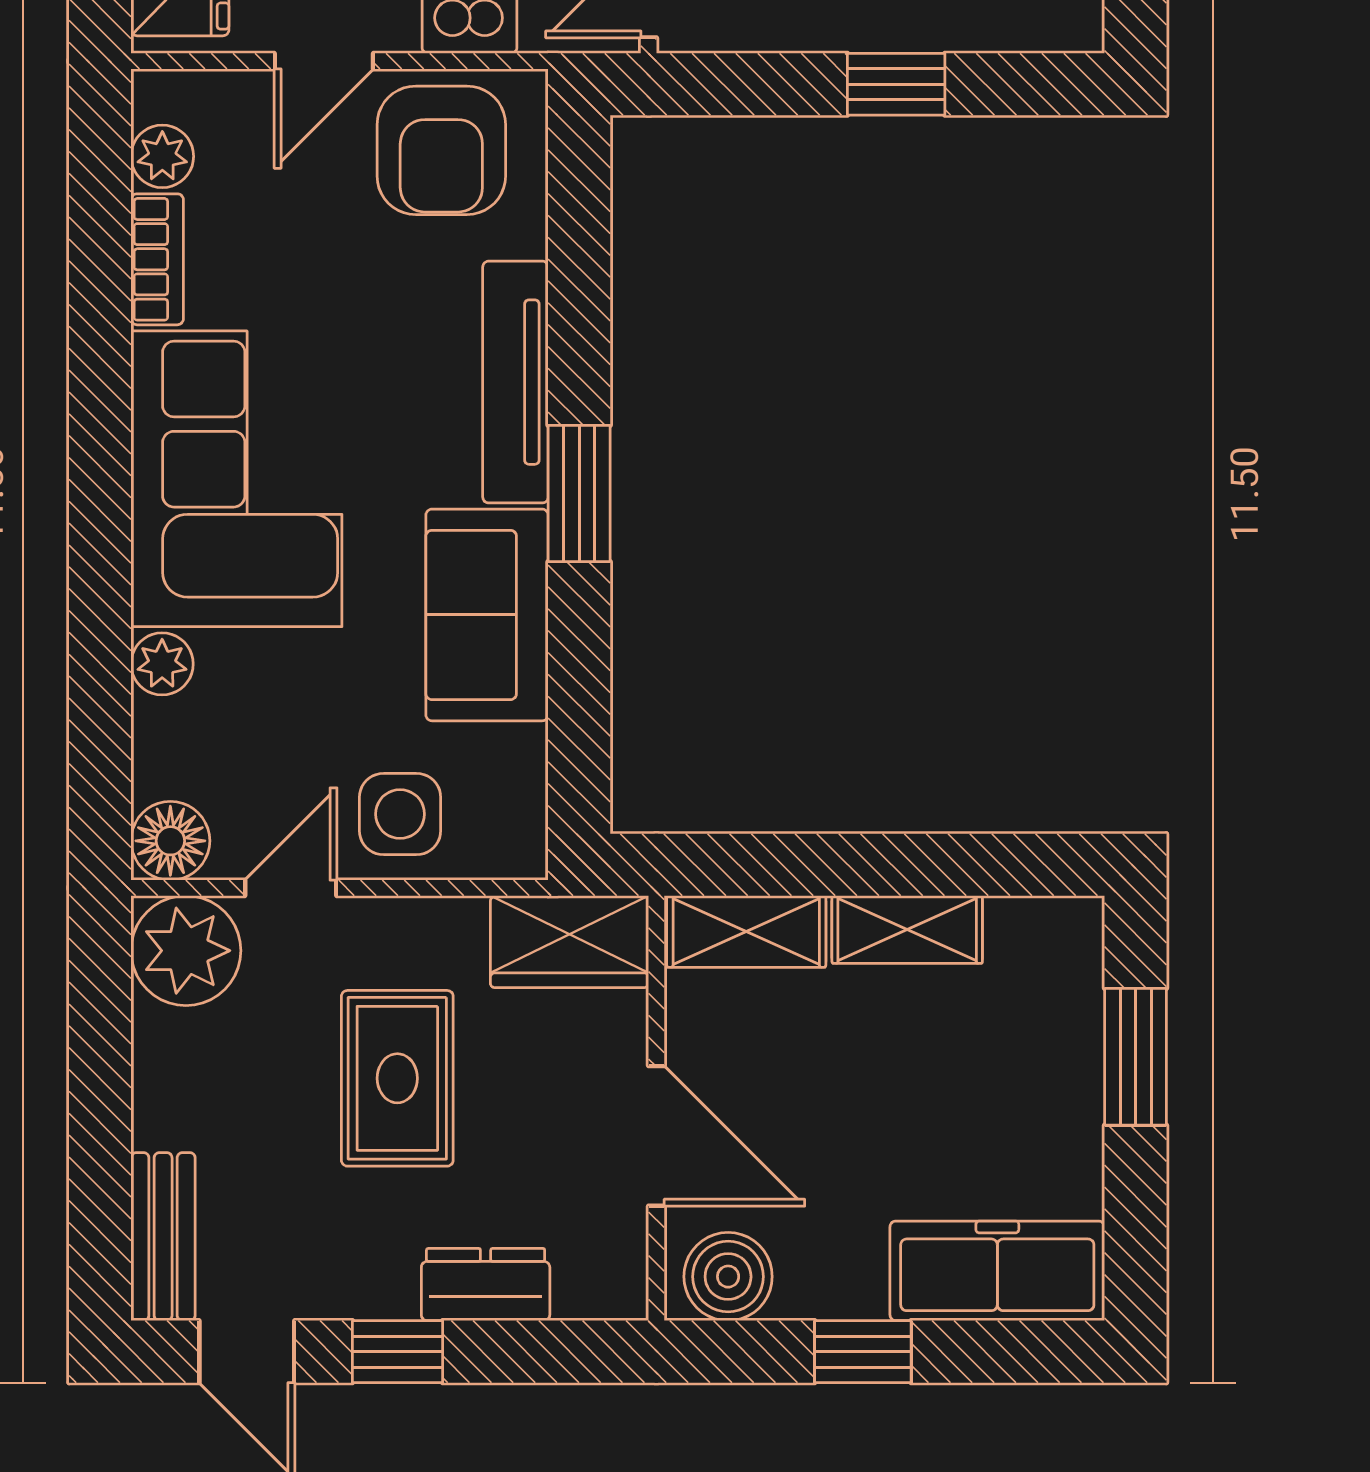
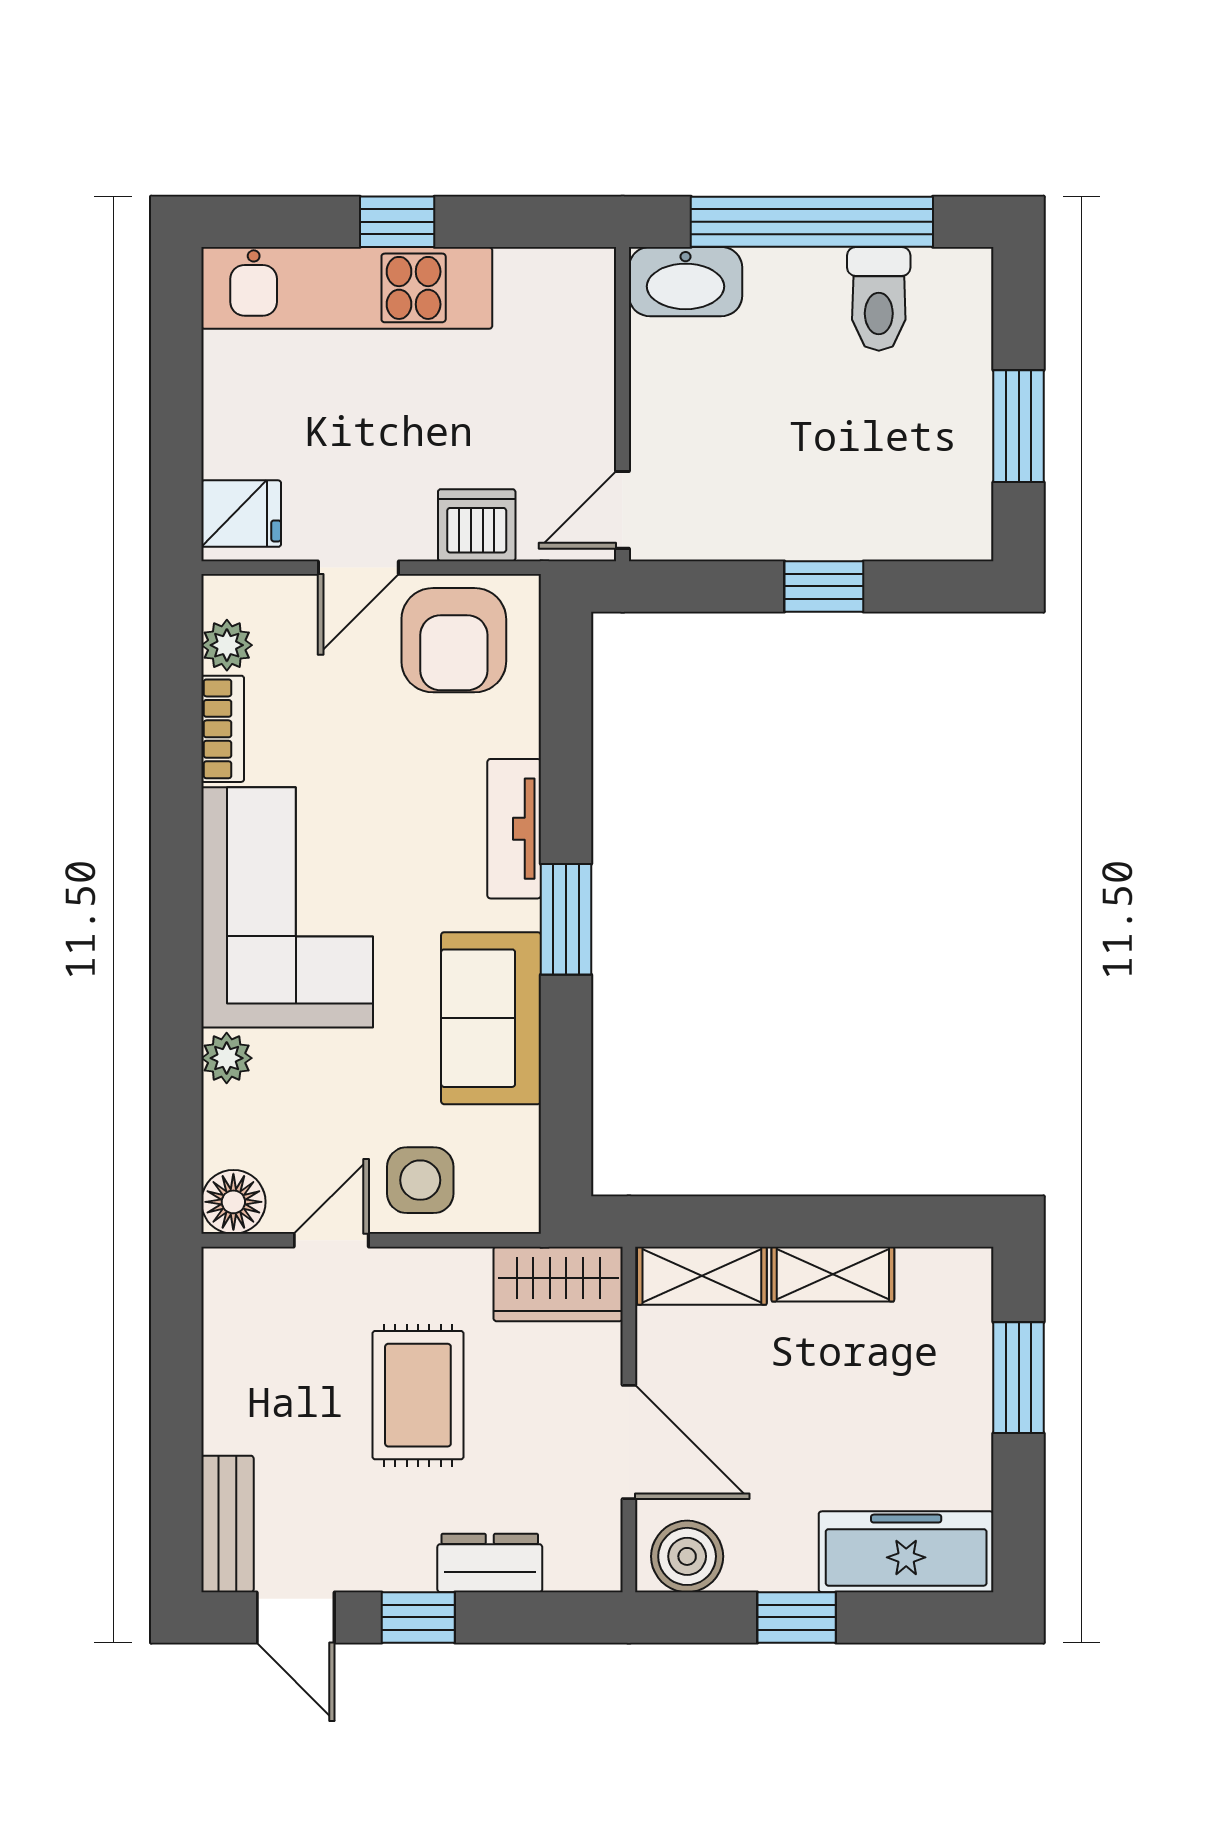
tv unit: (515, 382) -> (514, 829), width x0.71
plant: (186, 951) -> (246, 1291), removed

